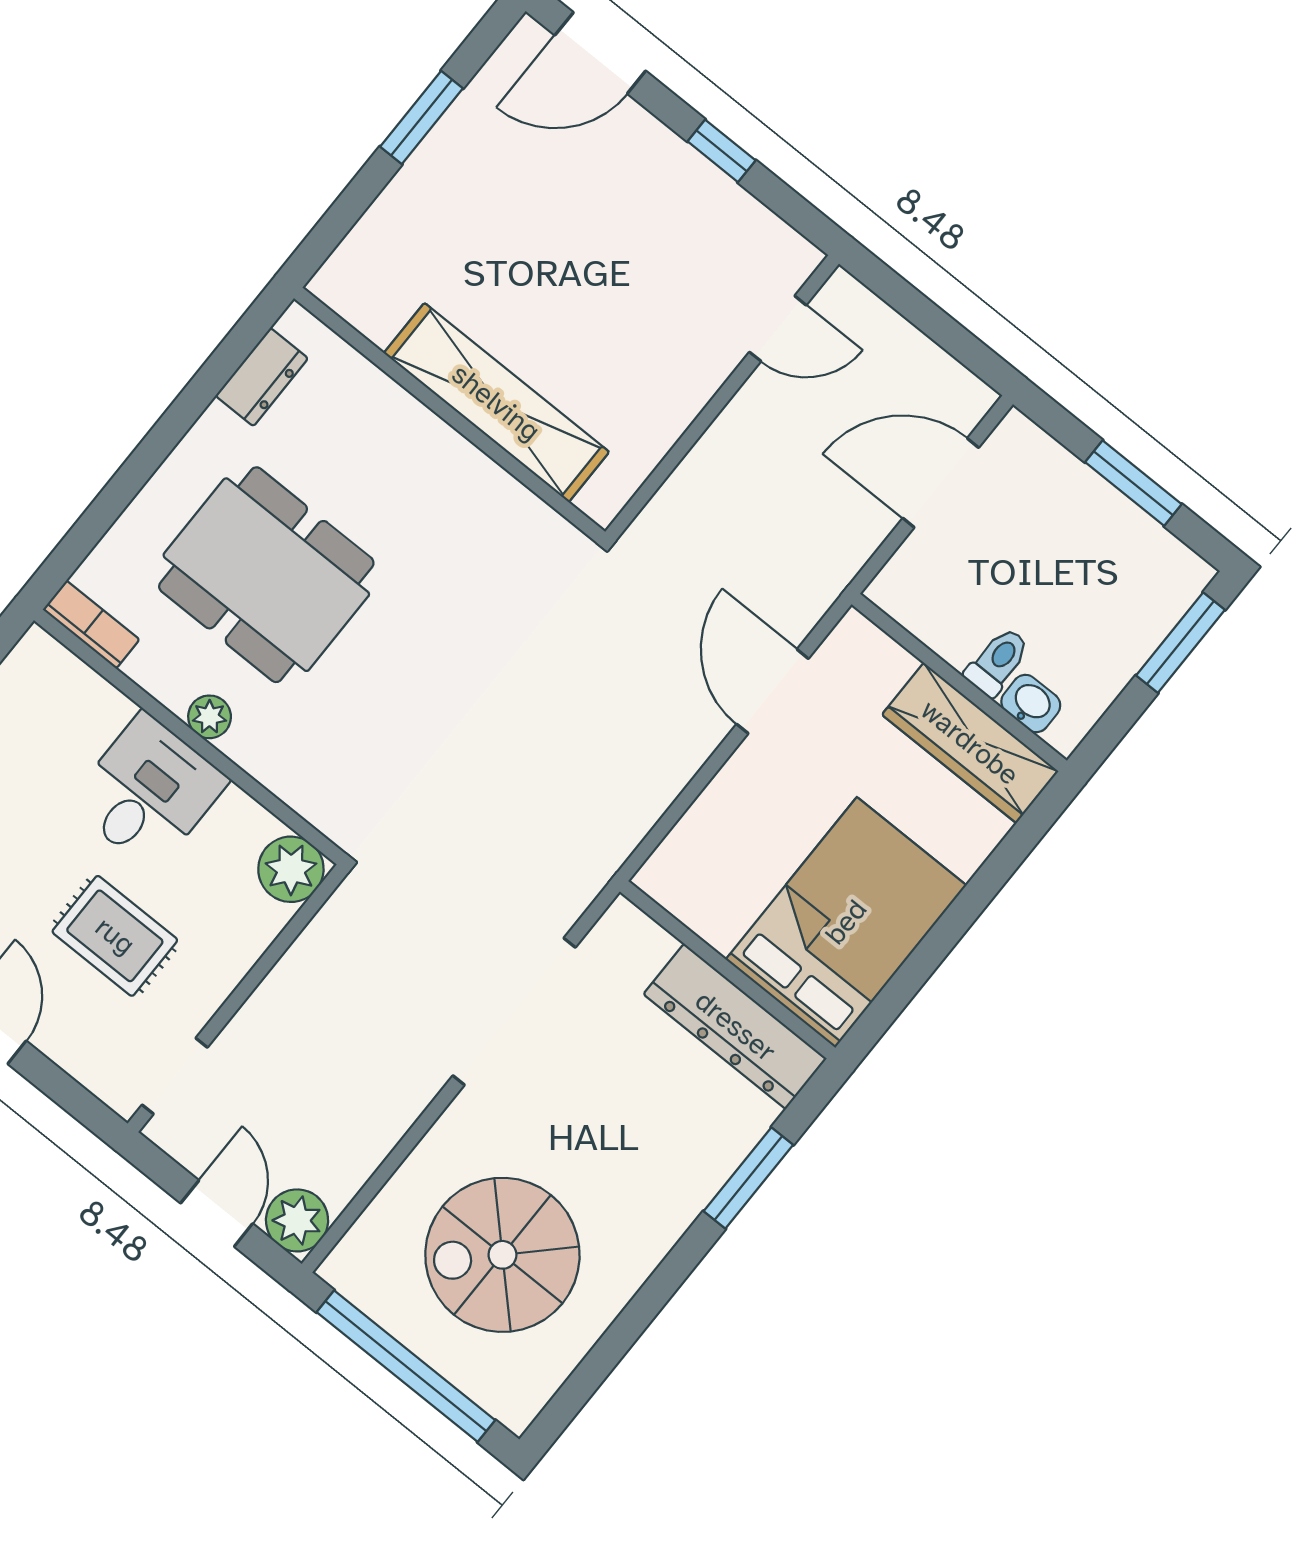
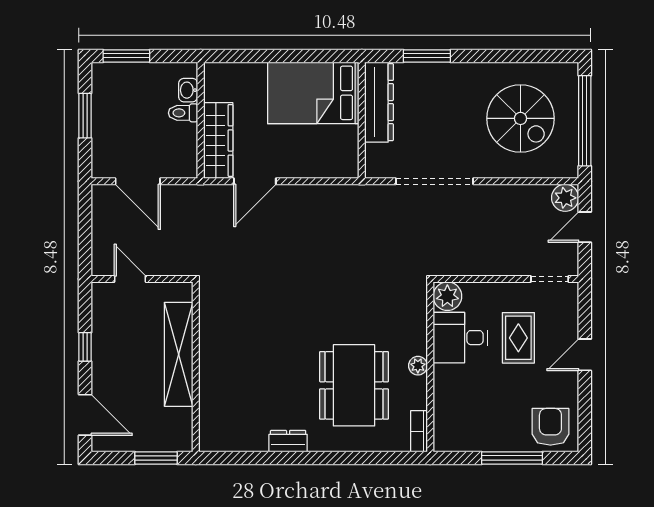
shelving: (496, 403) -> (179, 354), moved
wall: (450, 415) -> (196, 367), moved
wardrobe: (970, 743) -> (218, 140), moved
desk: (148, 792) -> (460, 338), moved

